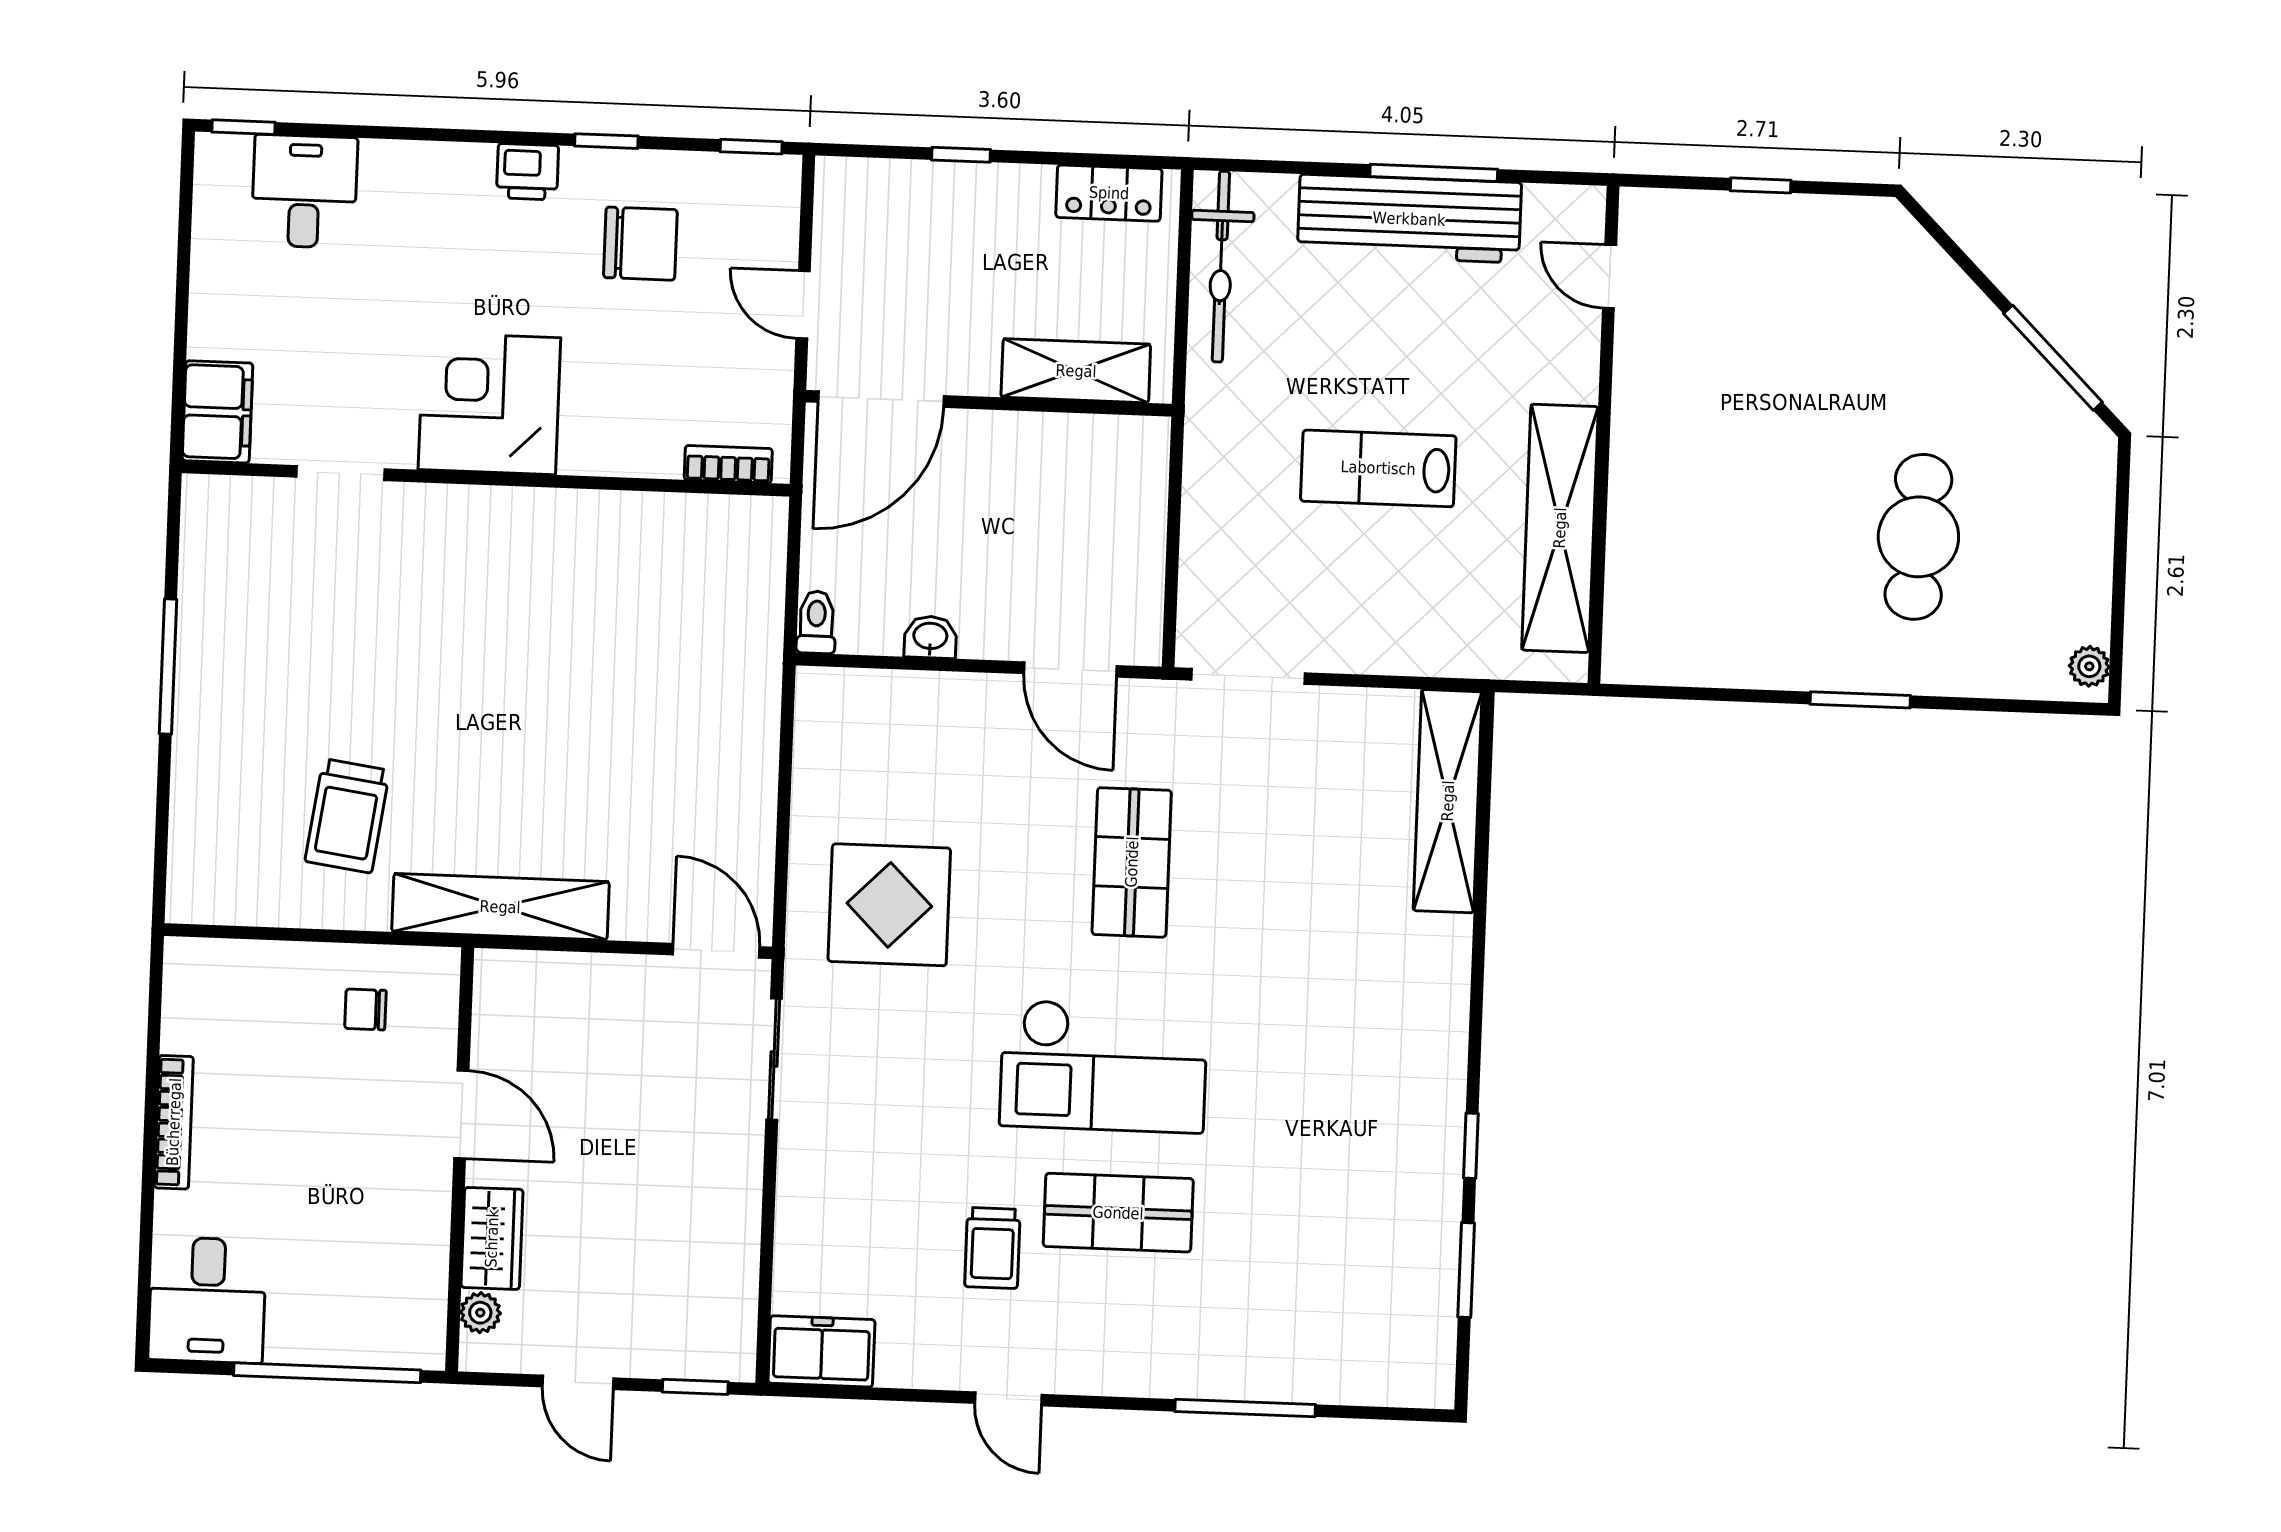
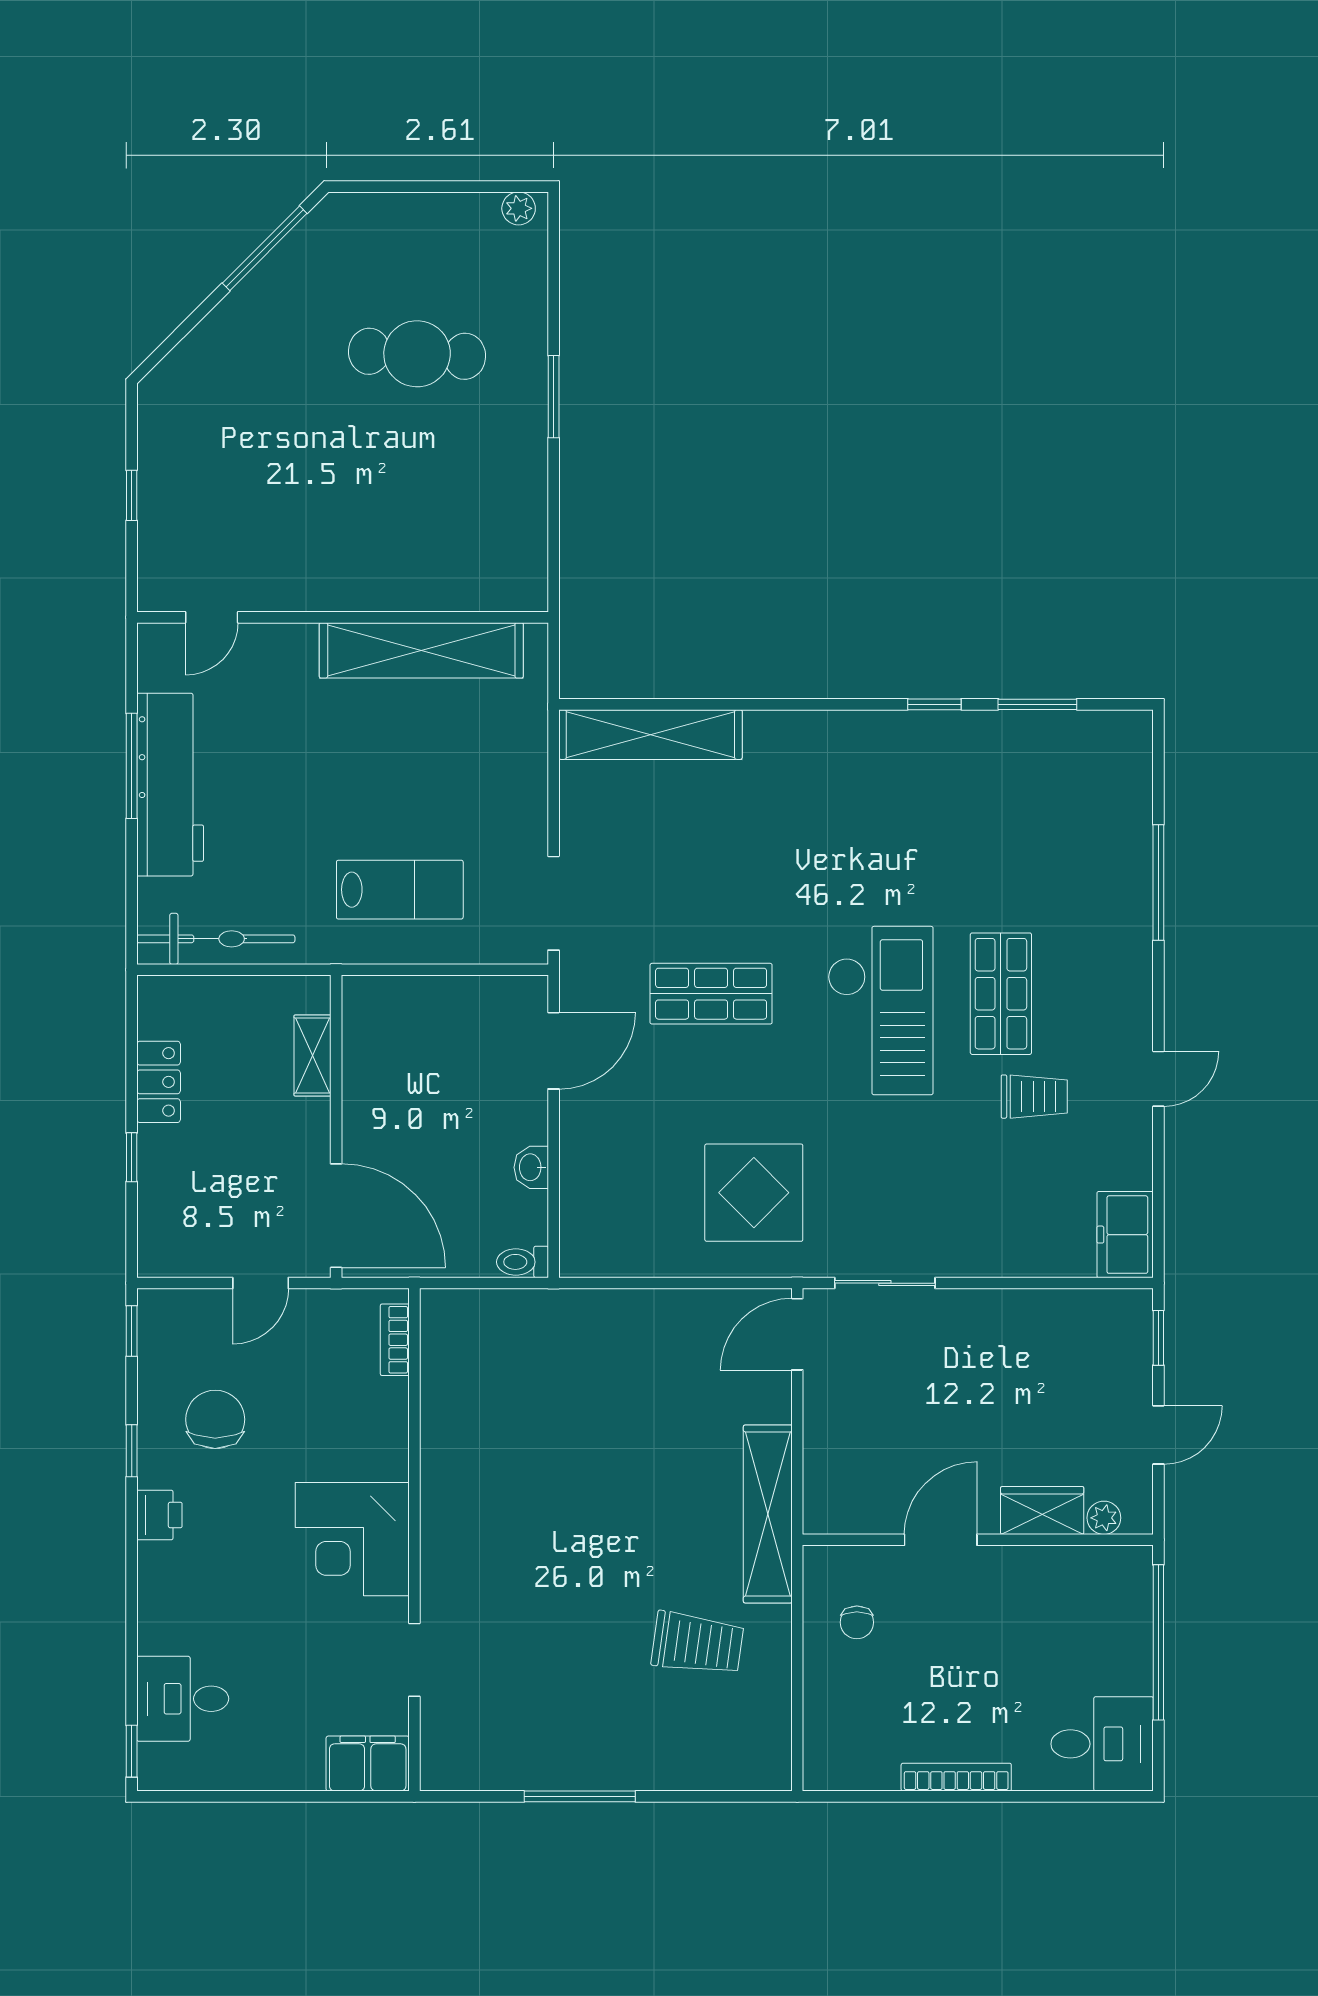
locker: (1109, 193) -> (159, 1082), moved
shelving: (1076, 371) -> (313, 1056), width x0.67, depth x0.75
lab bench: (1378, 468) -> (400, 890), moved, turned -90

